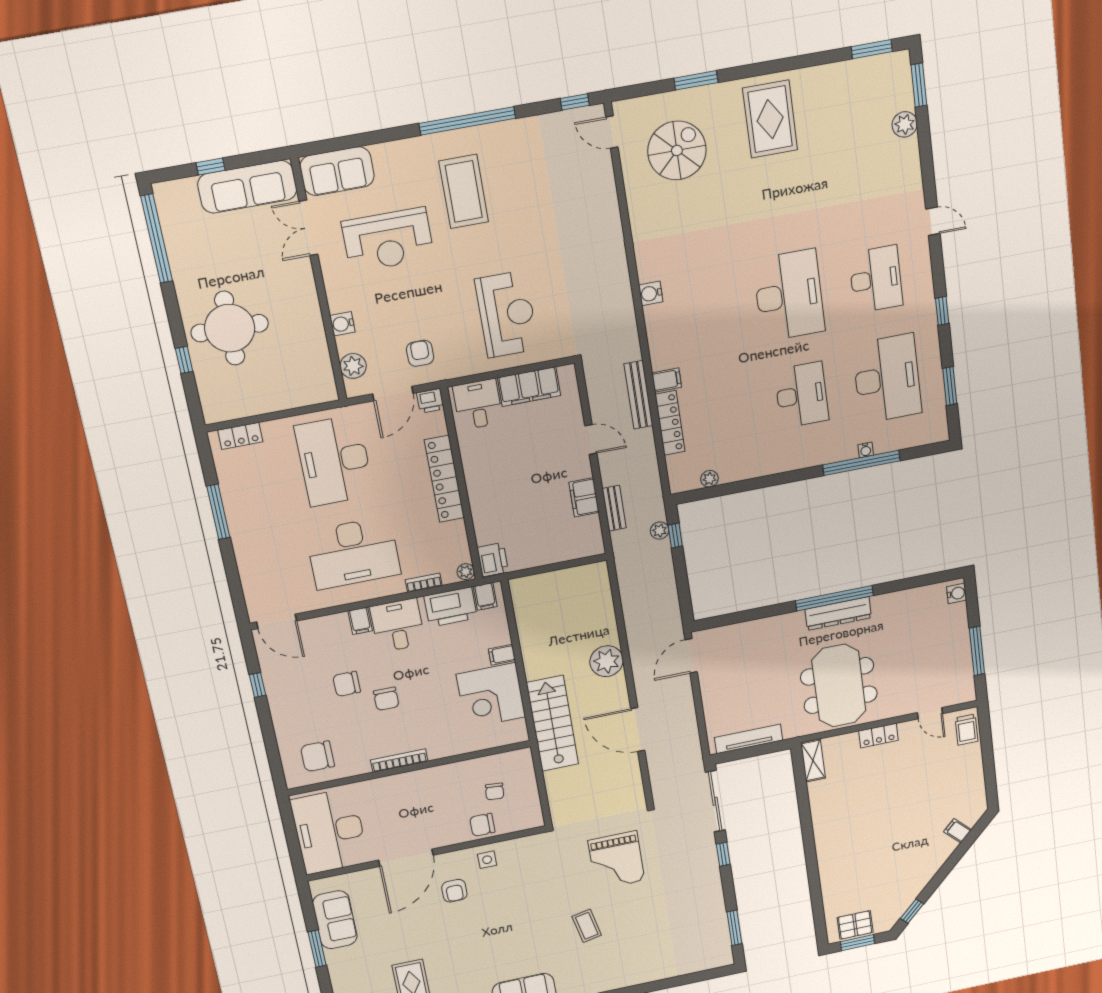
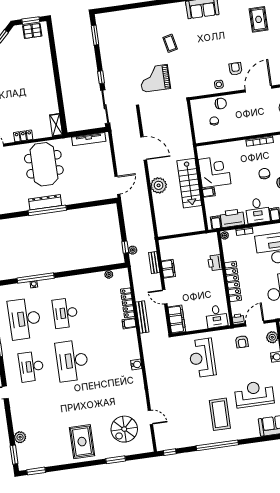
door: (612, 132) -> (150, 417), moved
filing cabinet: (529, 386) -> (177, 319), moved, turned 90
printer: (493, 560) -> (215, 263), moved
stairs: (552, 723) -> (189, 183), moved
grand piano: (616, 860) -> (155, 78), turned -90

